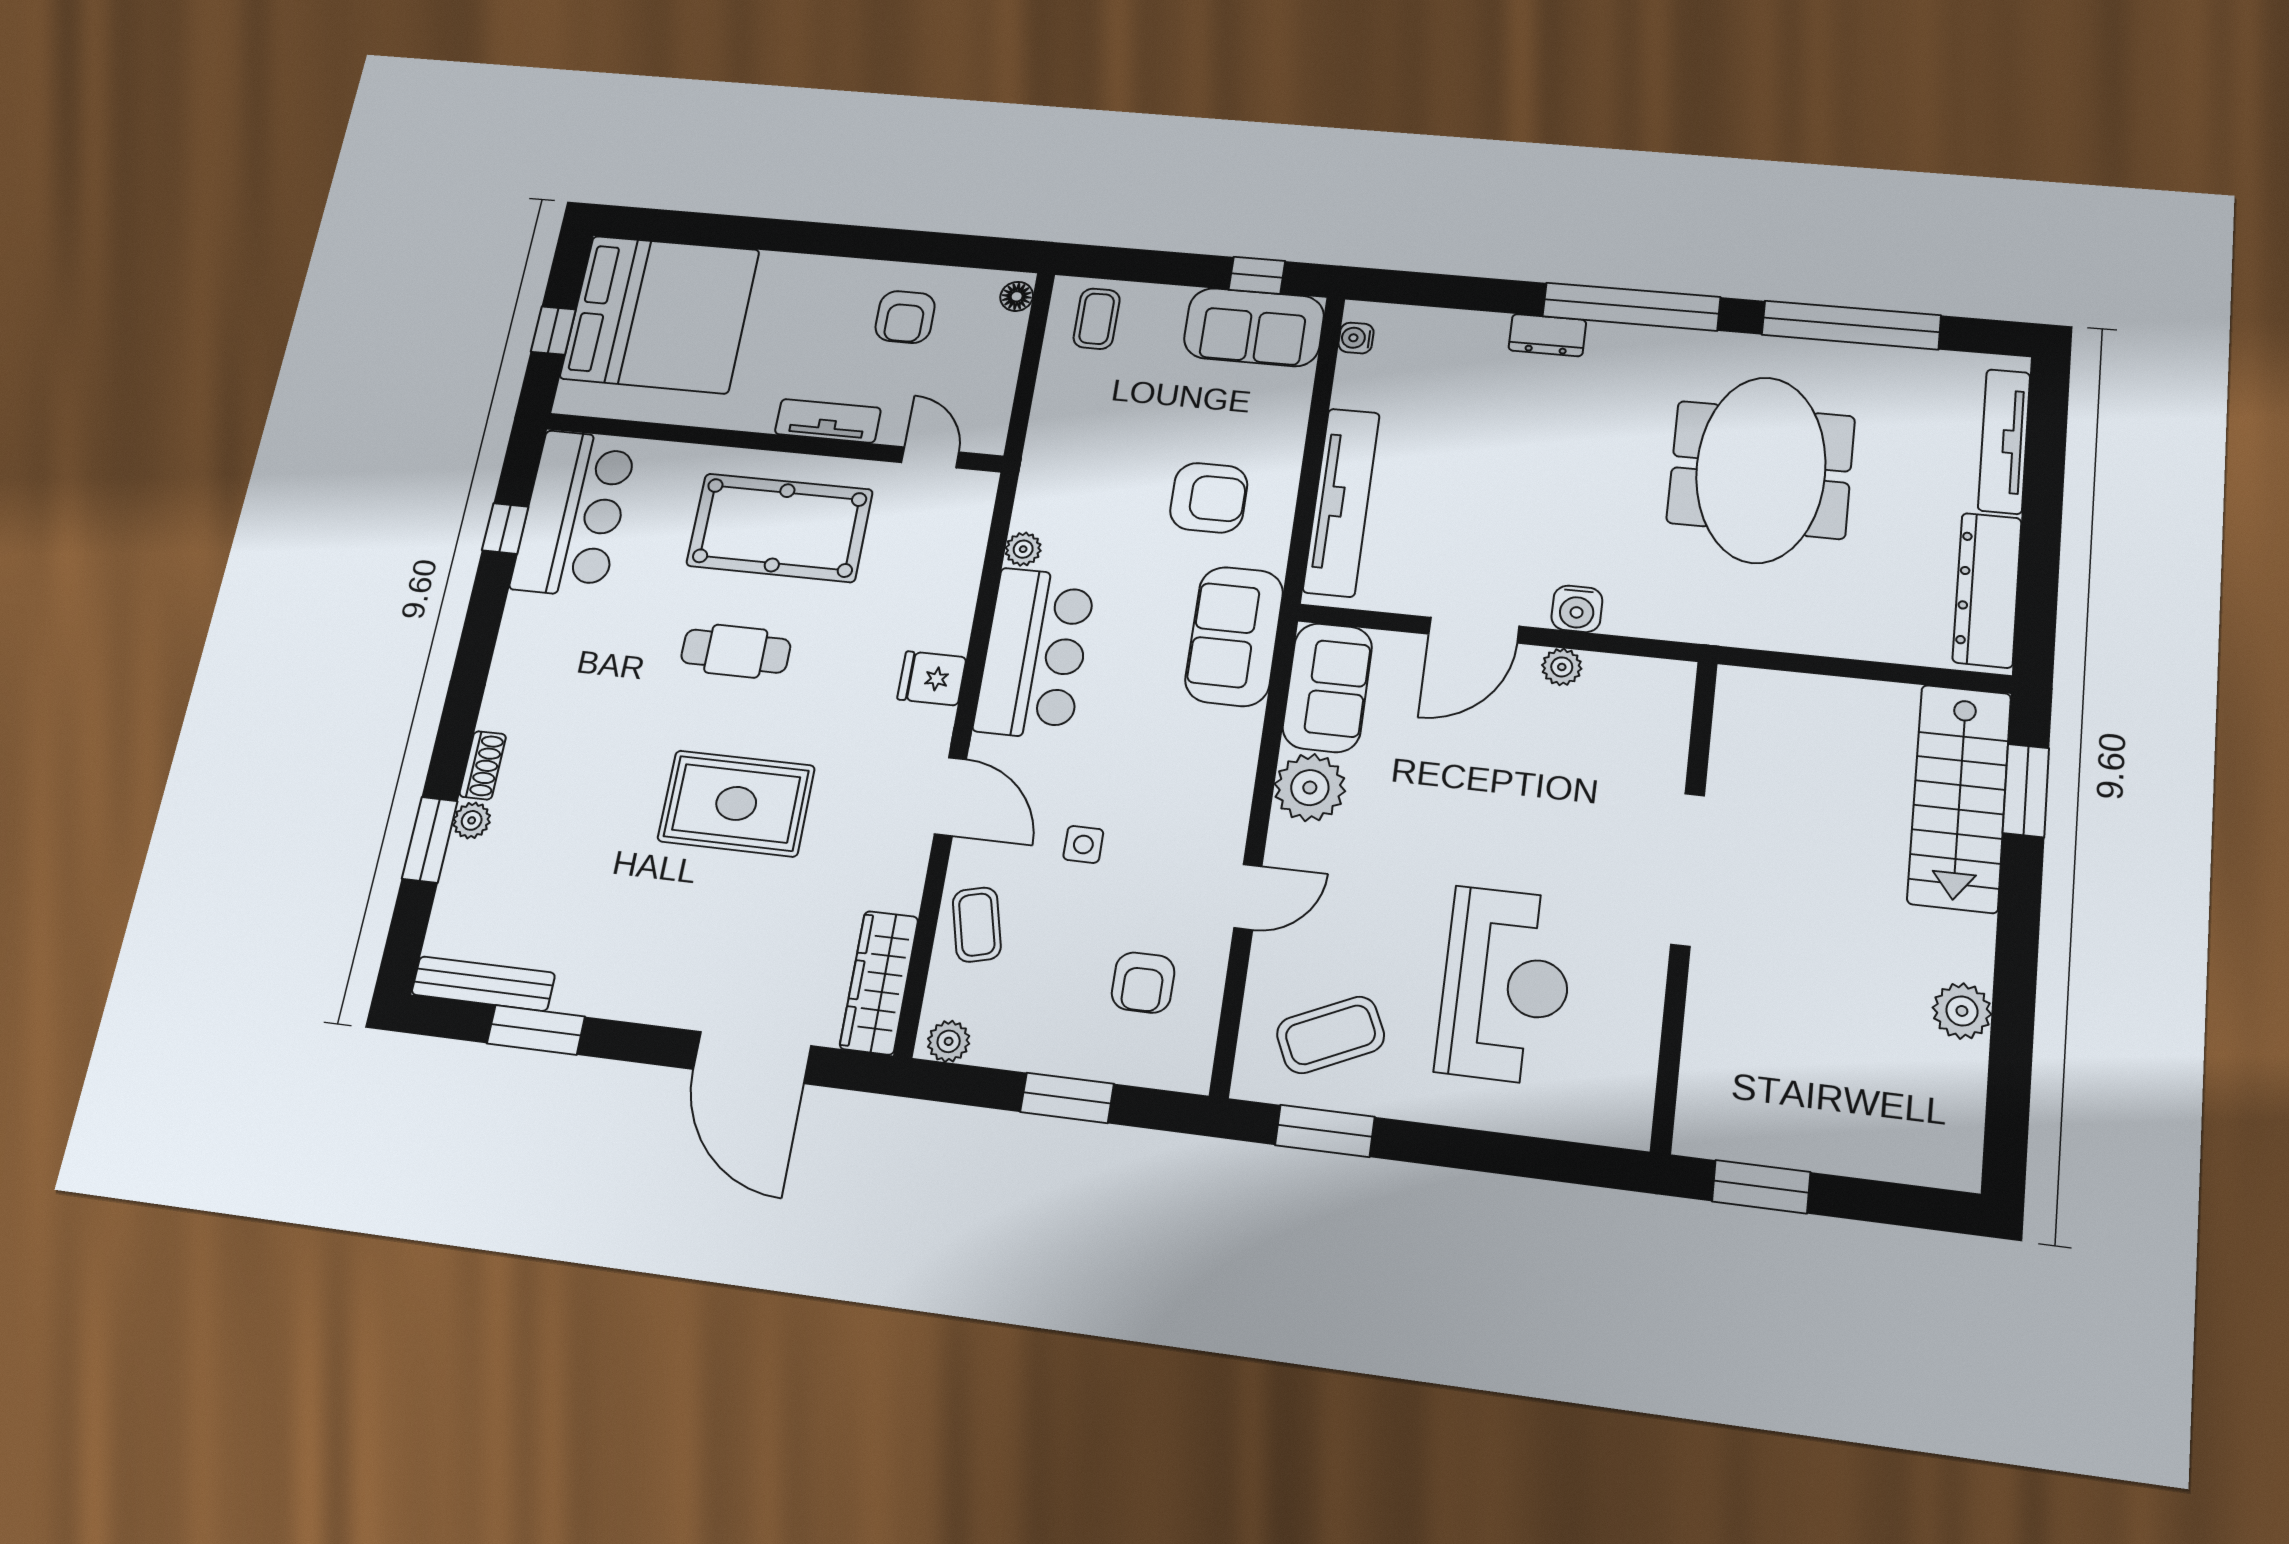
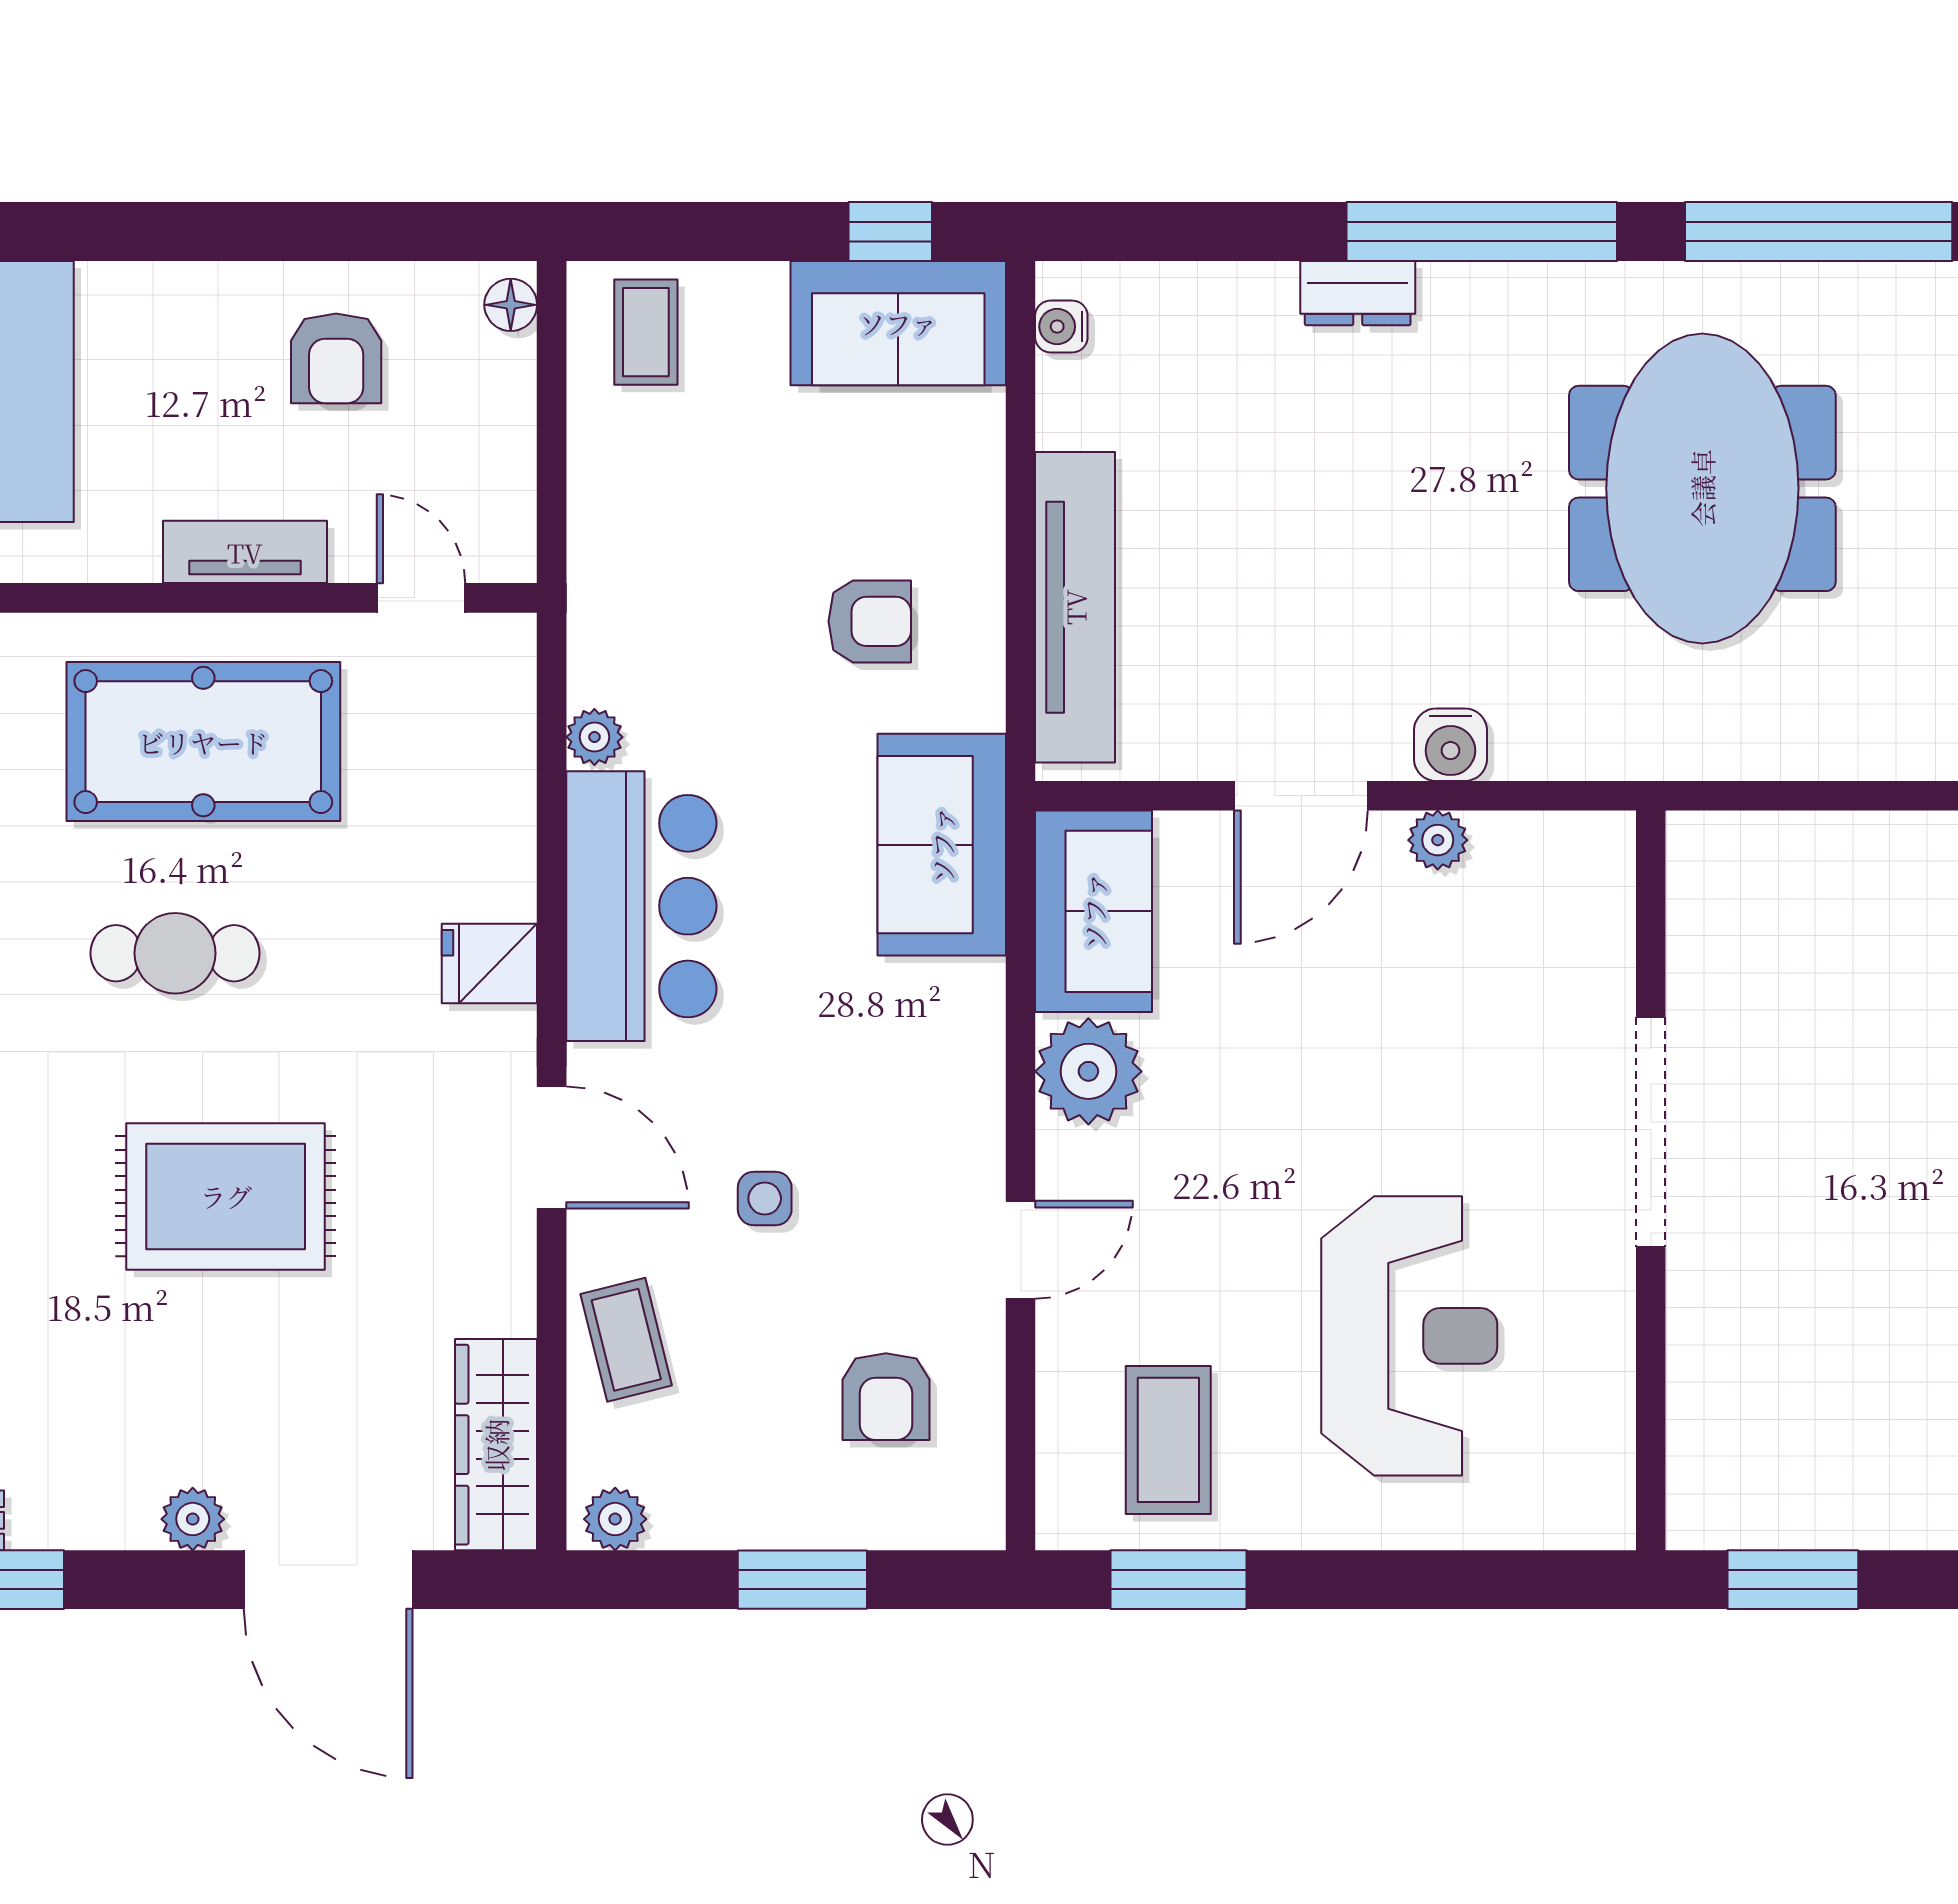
armchair: (1209, 498) -> (870, 621), width x0.72, depth x0.72
plant: (672, 1007) -> (193, 1519), added
coffee table: (1331, 1035) -> (1168, 1440), turned -65

